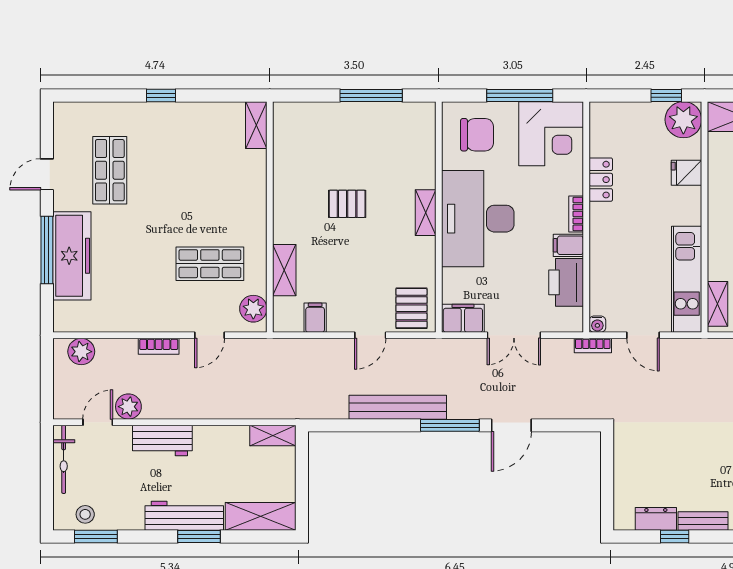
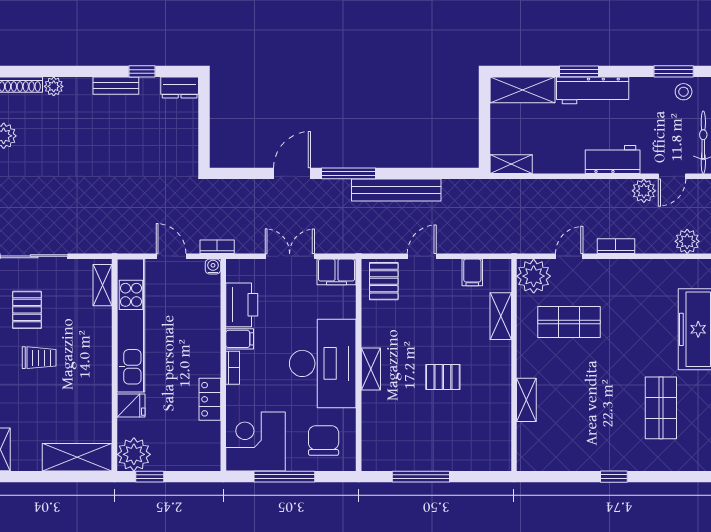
shelving: (256, 125) -> (526, 400), moved
chair: (477, 135) -> (324, 440), turned 90
kitchen unit: (687, 279) -> (131, 326), width x1.36
plant: (253, 309) -> (534, 276), width x1.36, depth x1.36
dresser: (656, 519) -> (180, 87), moved

